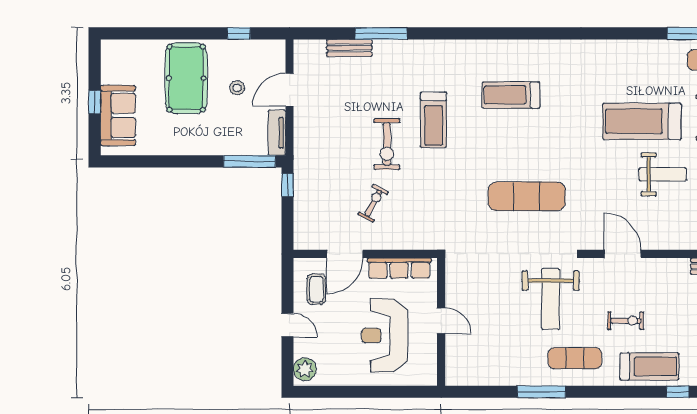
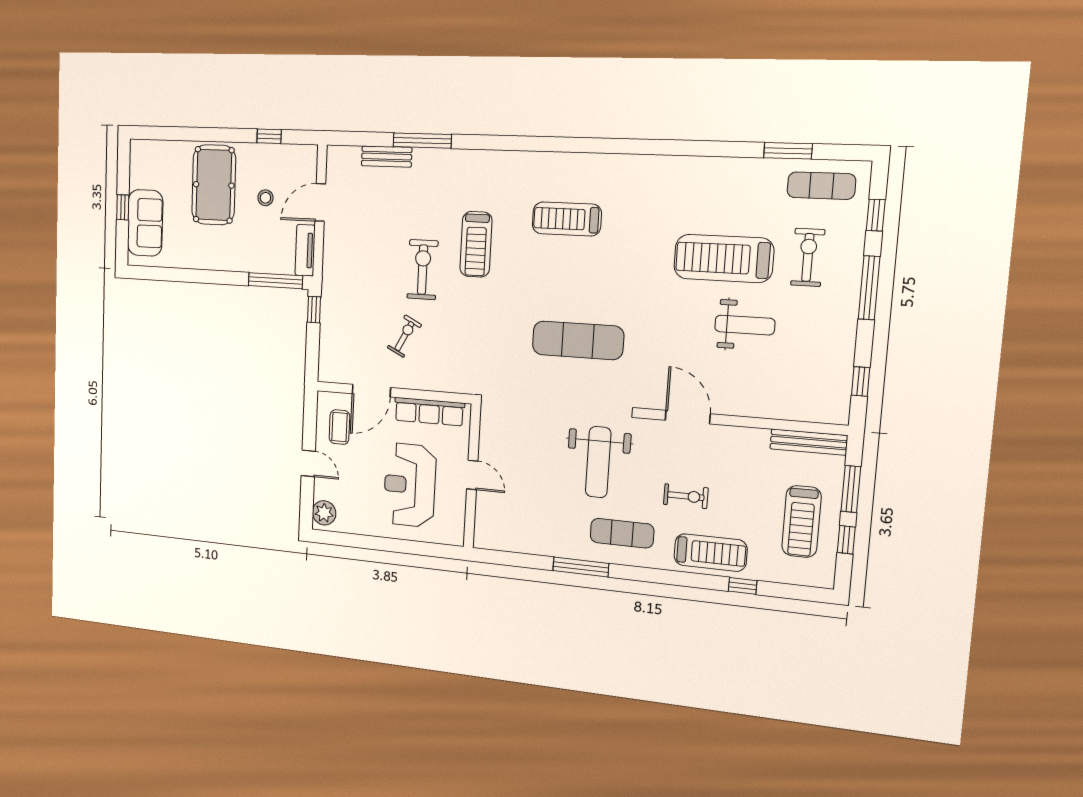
exercise bike: (387, 144) -> (423, 270), turned 180

